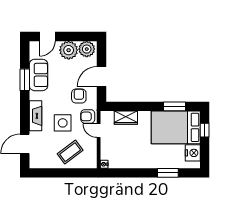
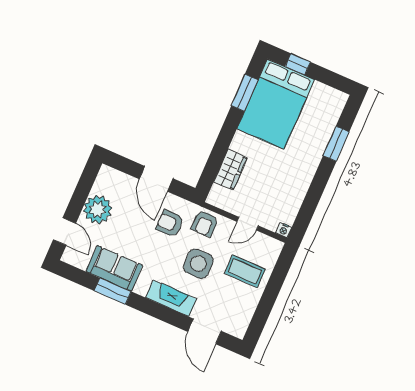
plant: (87, 49) -> (107, 183), removed
door: (99, 131) -> (248, 224), moved
coffee table: (70, 152) -> (245, 271), turned -53
nightstand: (193, 153) -> (323, 96), removed

